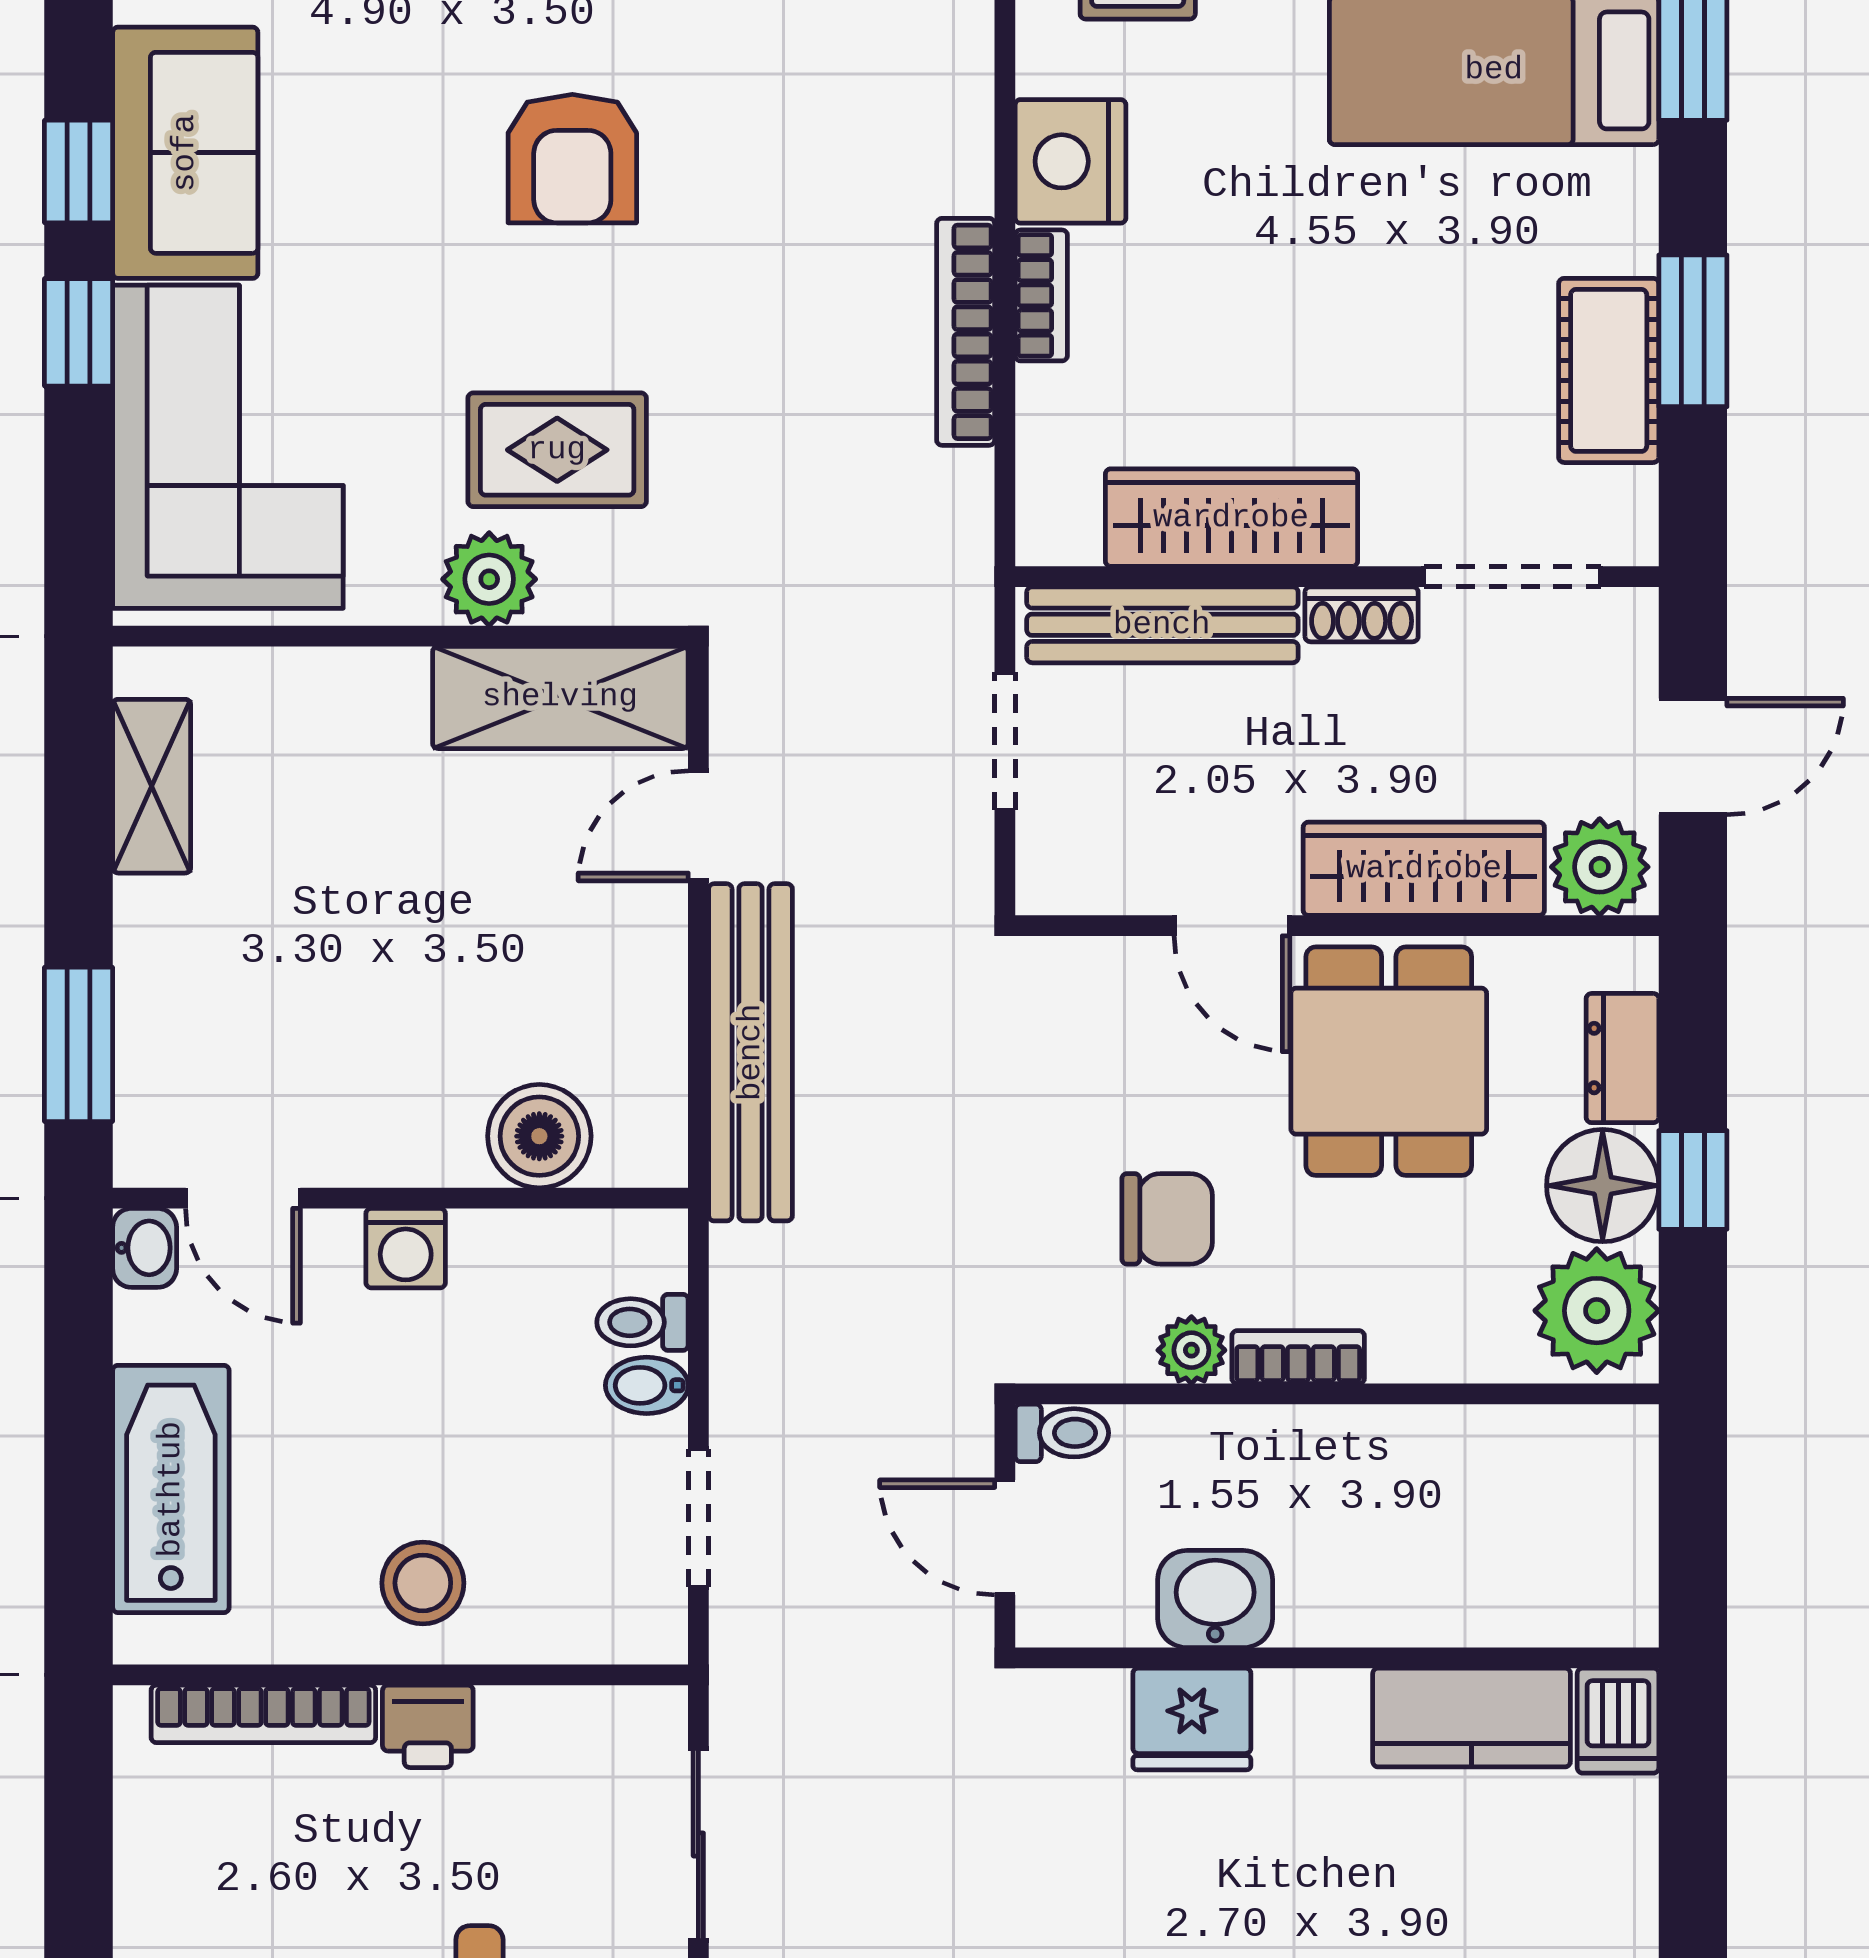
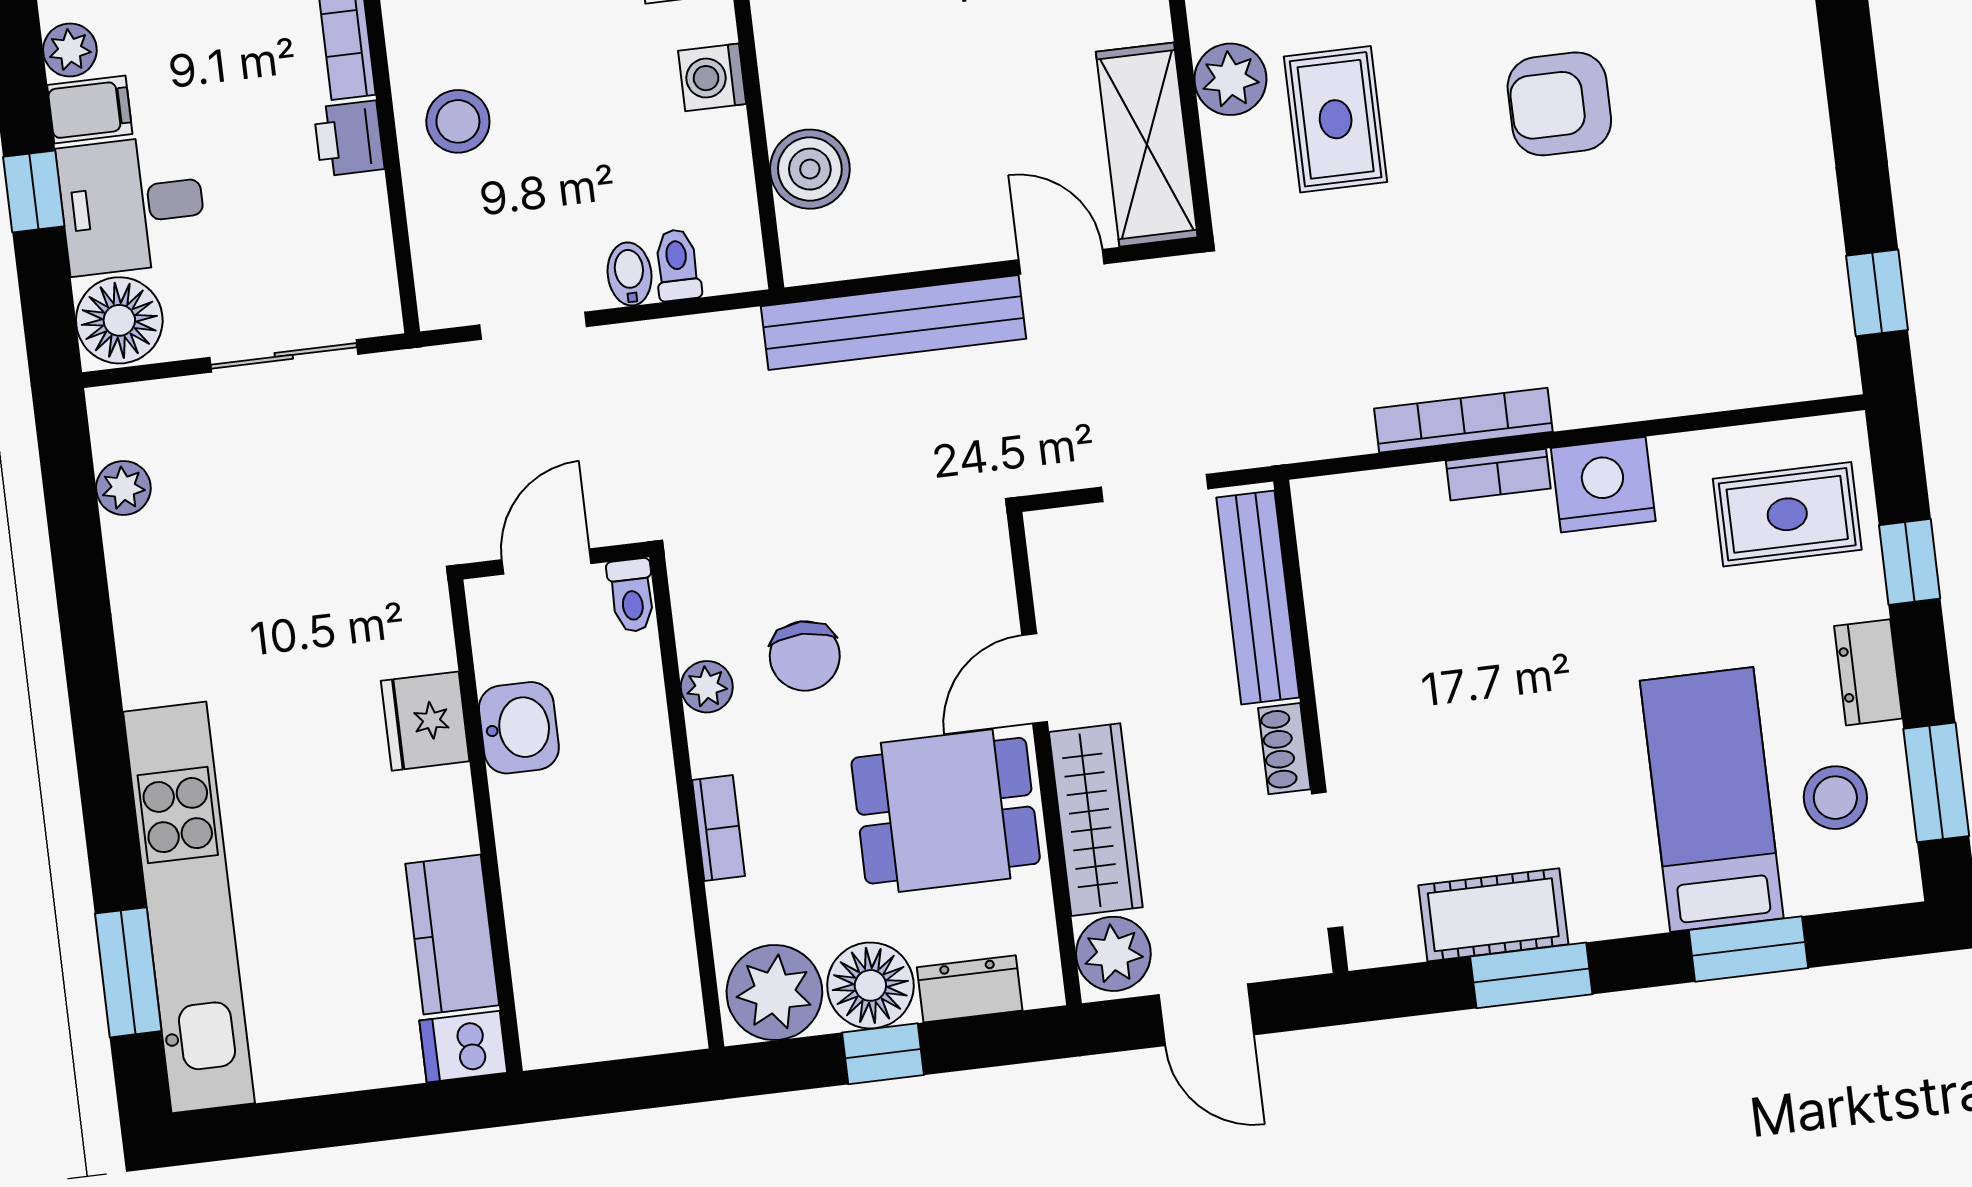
wardrobe: (1231, 518) -> (1346, 640), removed
bookcase: (1298, 1357) -> (718, 828), moved

